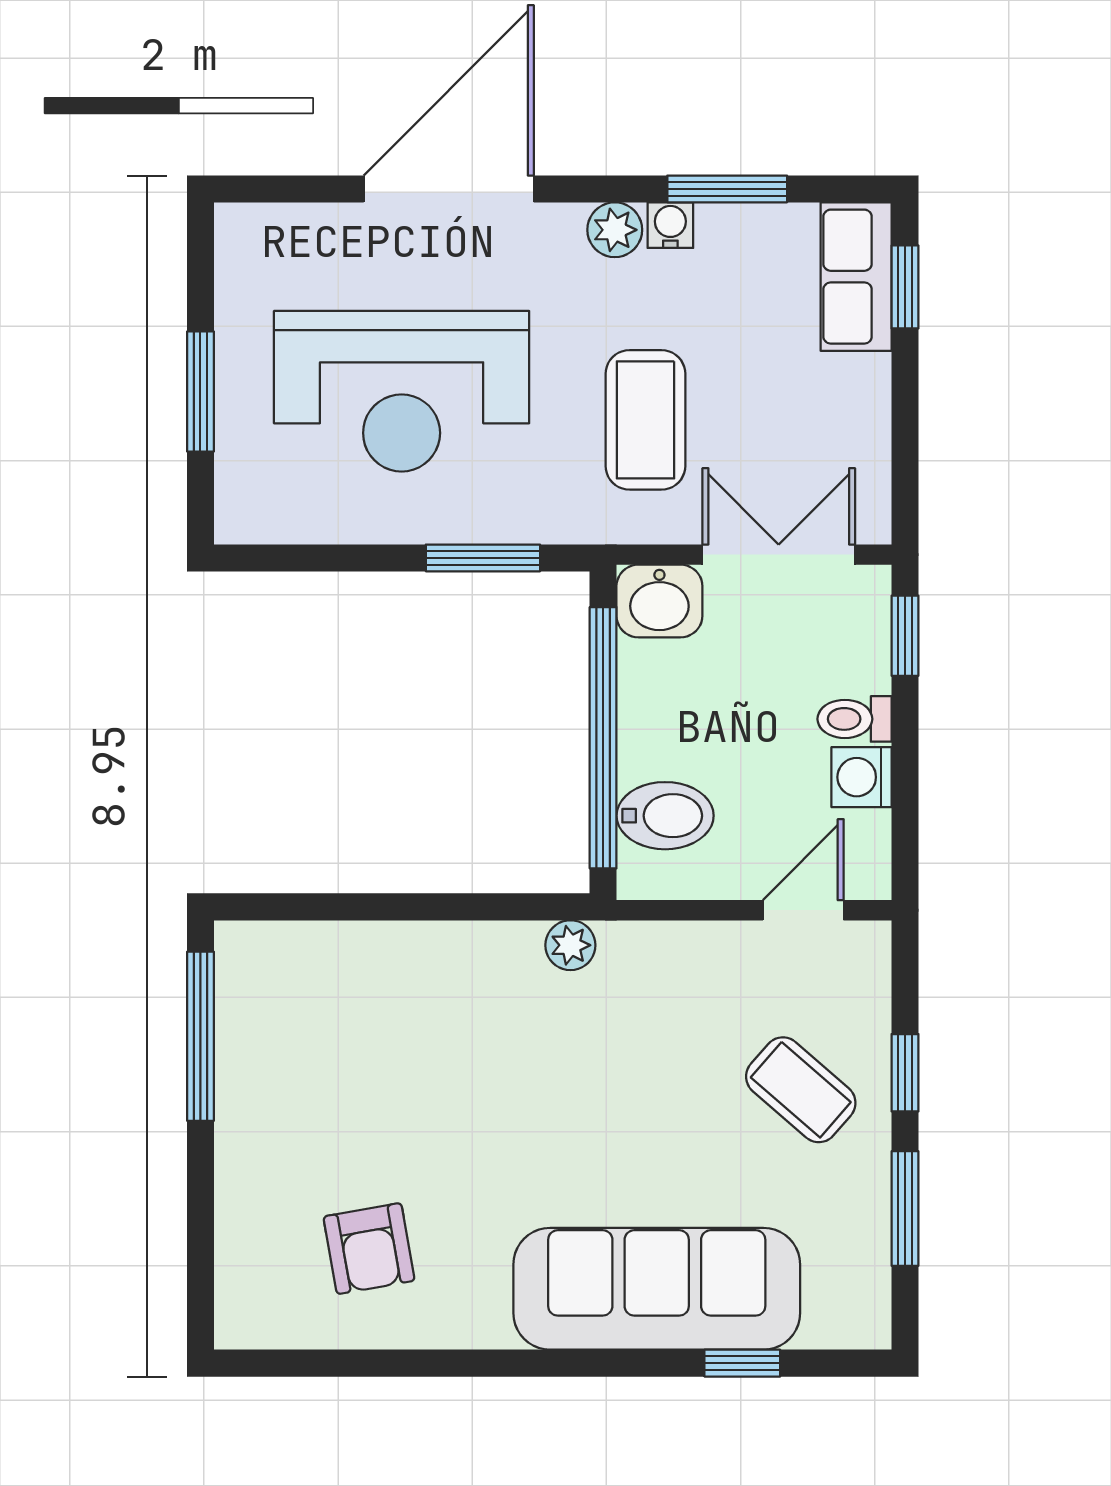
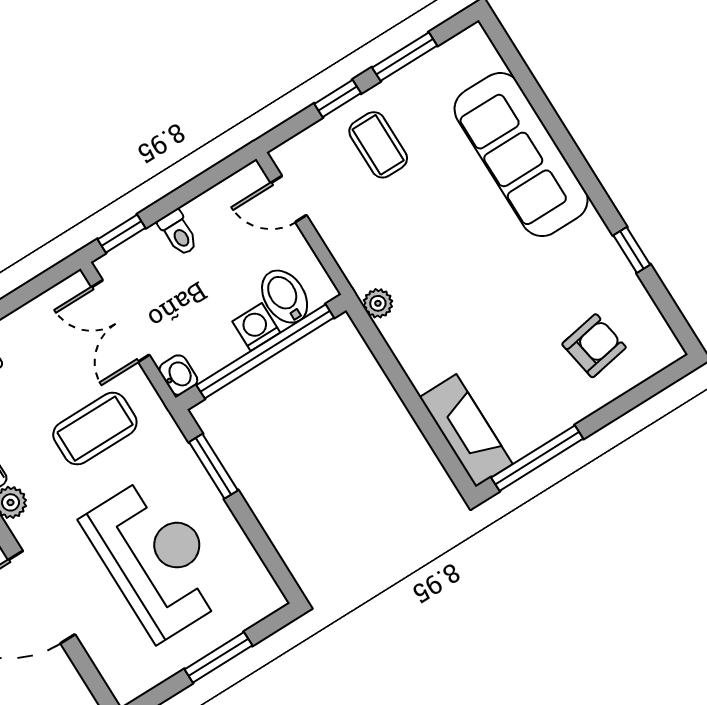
washbasin: (659, 601) -> (178, 375), width x0.72, depth x0.69
washing machine: (862, 777) -> (256, 327), moved, turned 180
fireplace: (305, 958) -> (466, 431), added
coffee table: (801, 1090) -> (378, 145), turned -41
armchair: (369, 1249) -> (594, 346), moved
window: (742, 1363) -> (632, 250), moved

